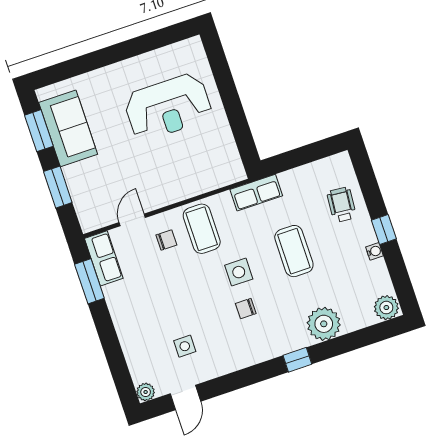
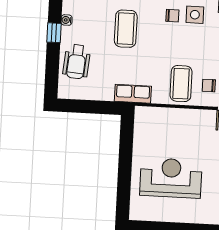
wheelchair: (342, 205) -> (77, 62), width x1.36, depth x1.37
coffee table: (294, 251) -> (126, 29), moved
side table: (239, 272) -> (195, 15), moved

